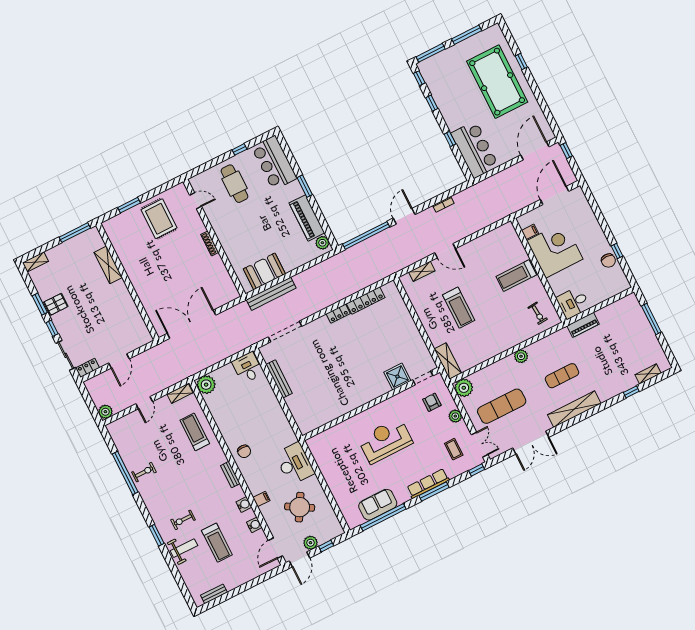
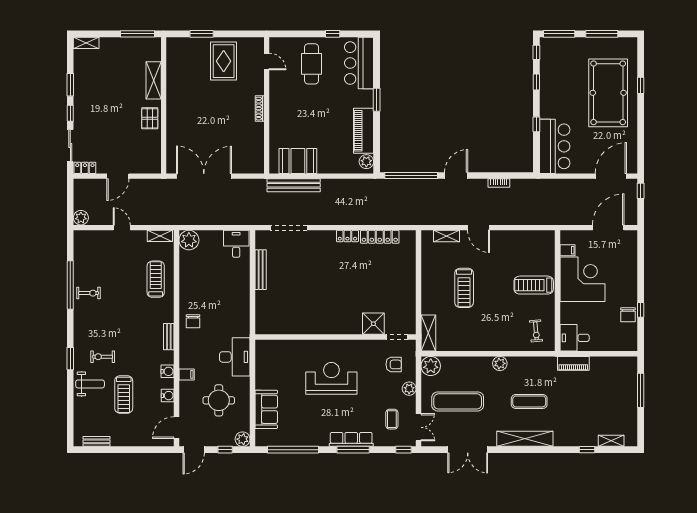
pallet: (56, 304) -> (150, 118), moved, turned 90
armchair: (432, 402) -> (394, 364), turned 90
door: (144, 403) -> (122, 228), swing flipped
sofa: (378, 505) -> (266, 409), moved, turned 90
round table: (300, 507) -> (219, 400), turned -30
plant: (310, 543) -> (243, 439), moved

